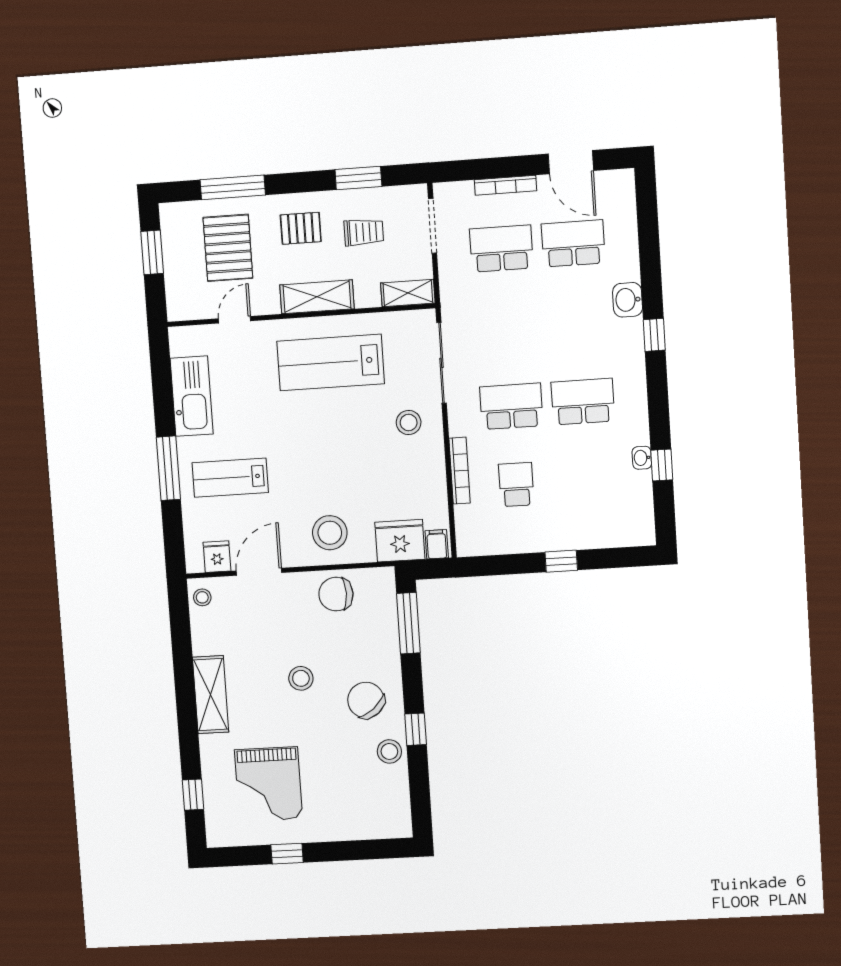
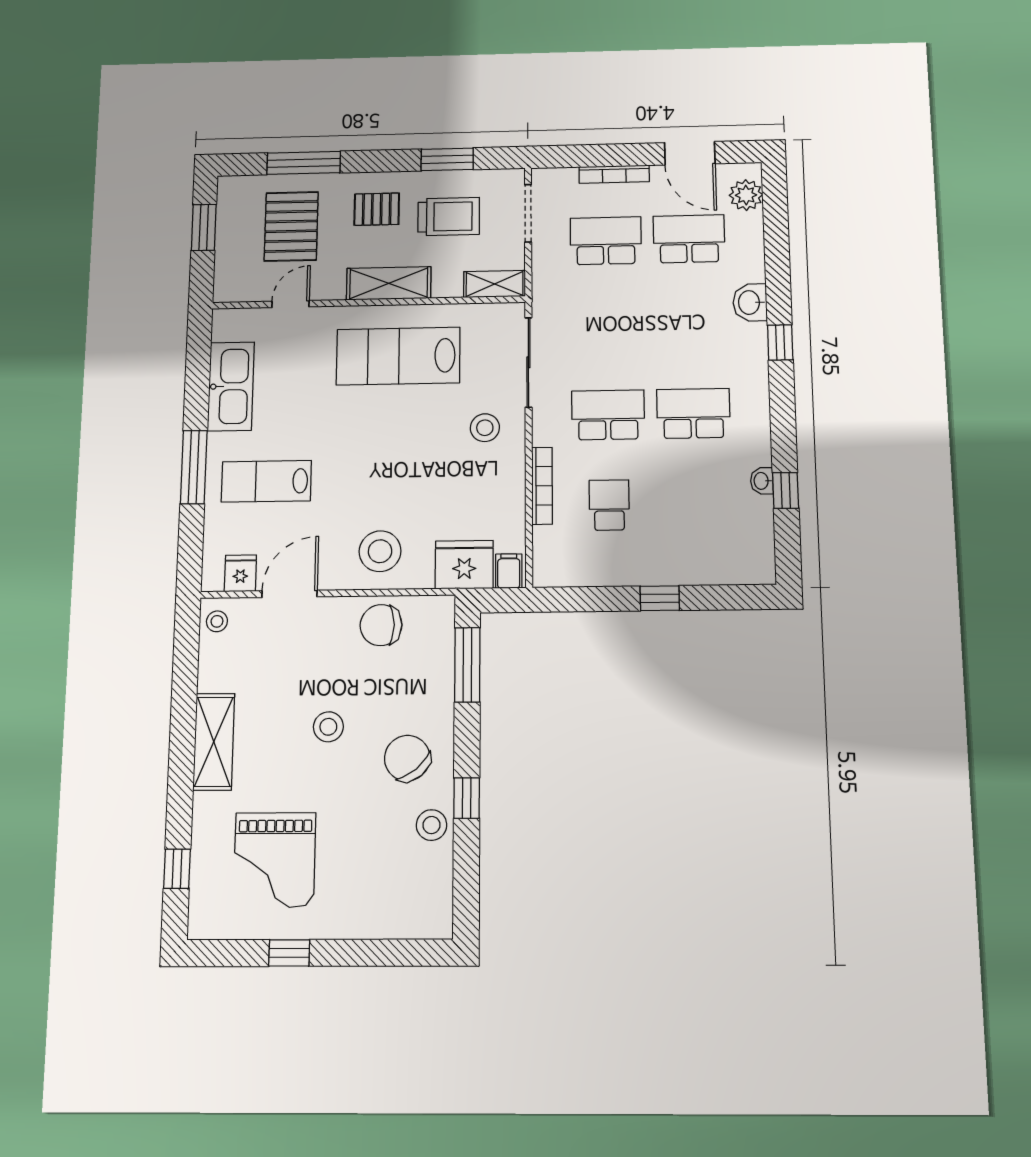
plant: (621, 200) -> (746, 195), added
trolley: (364, 232) -> (449, 216), width x1.36, depth x1.39

